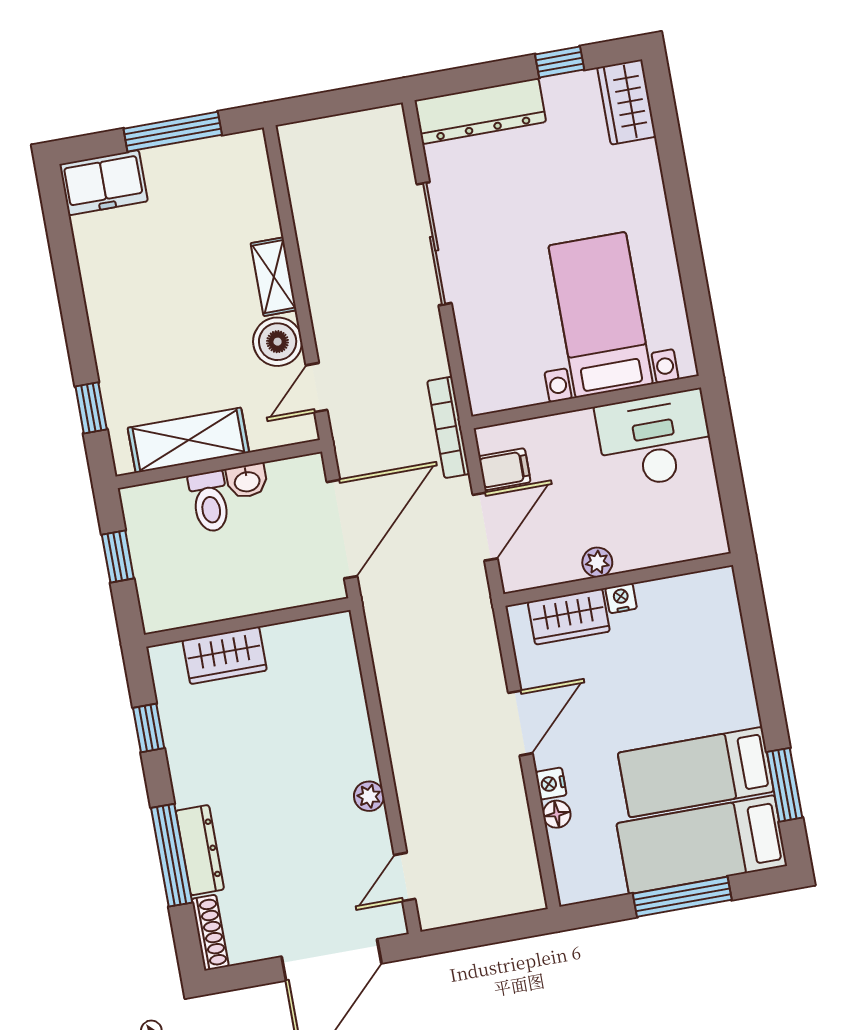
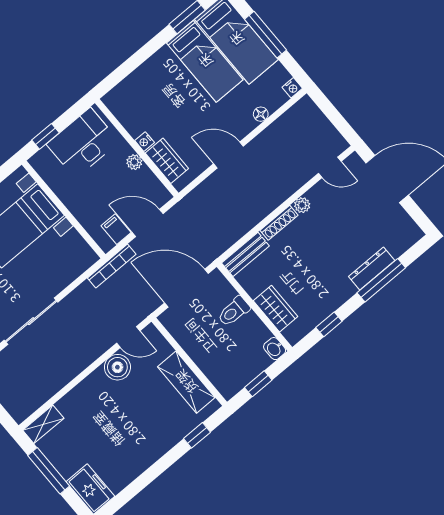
shelving: (274, 277) -> (43, 424), moved
desk: (655, 439) -> (83, 143), moved, turned 90
window: (723, 441) -> (46, 136), added
washbasin: (247, 481) -> (275, 349), moved, turned 180
toilet: (210, 502) -> (234, 311), moved, turned 180
bench: (342, 657) -> (245, 254), added
nightstand: (551, 784) -> (292, 88), moved
shoe rack: (210, 933) -> (279, 223), moved, turned 180

